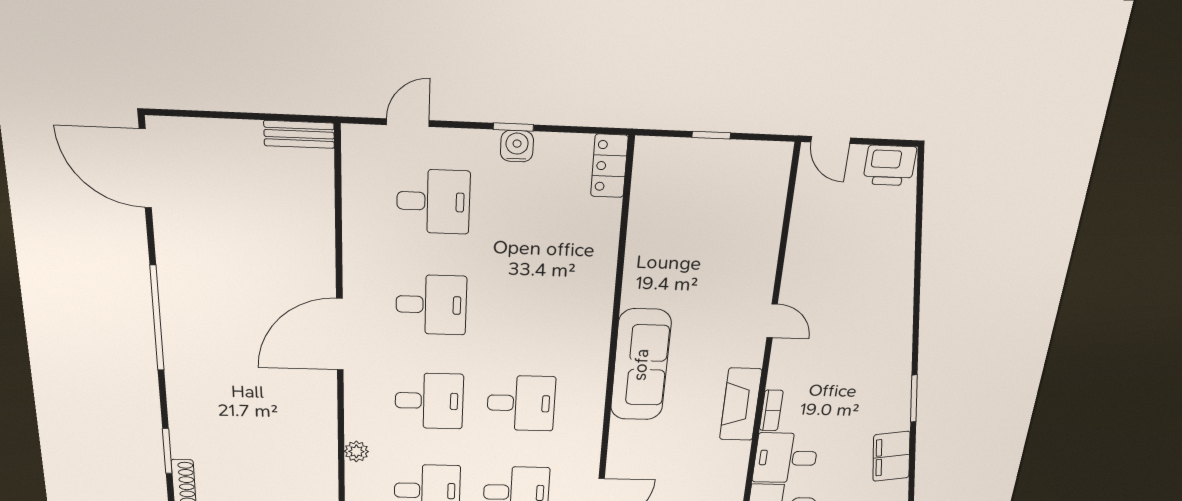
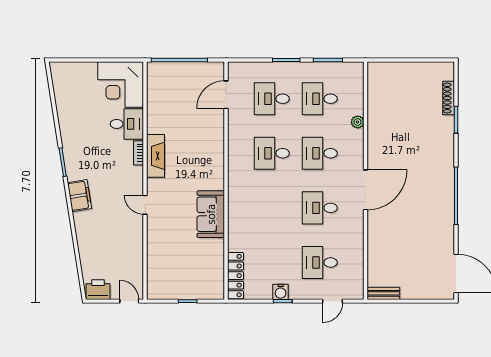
locker: (609, 166) -> (235, 276), width x1.53
sofa: (641, 365) -> (211, 214), moved, width x0.73
filing cabinet: (891, 456) -> (80, 196), moved

